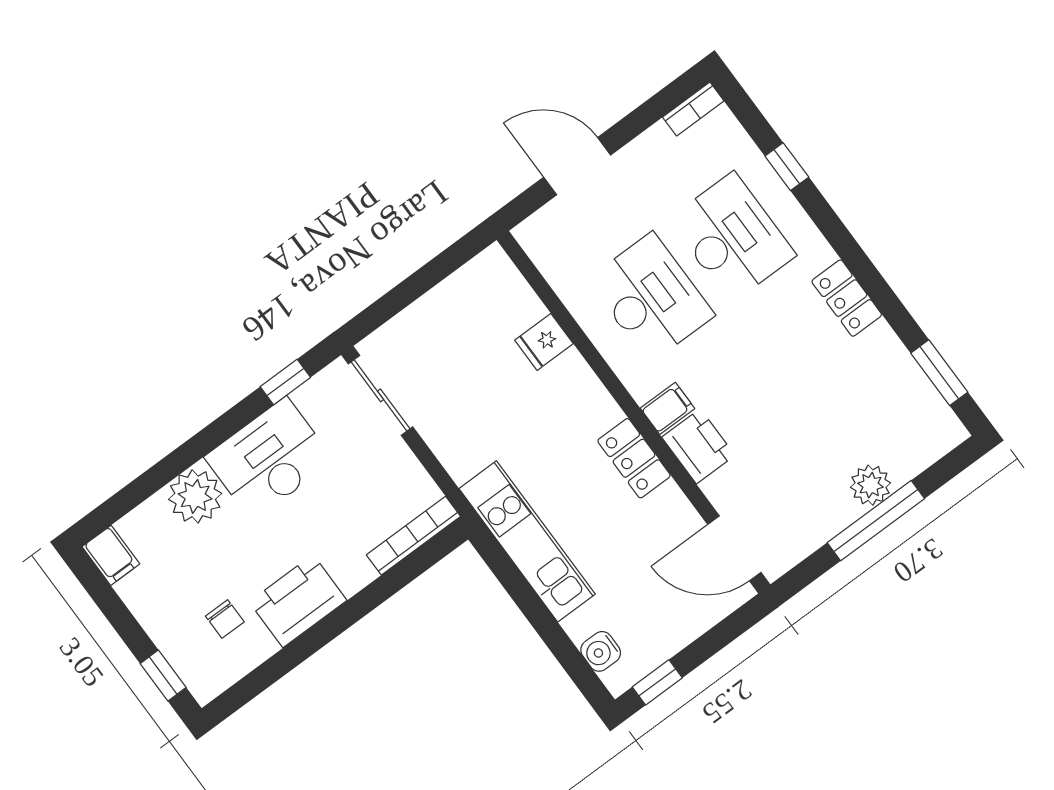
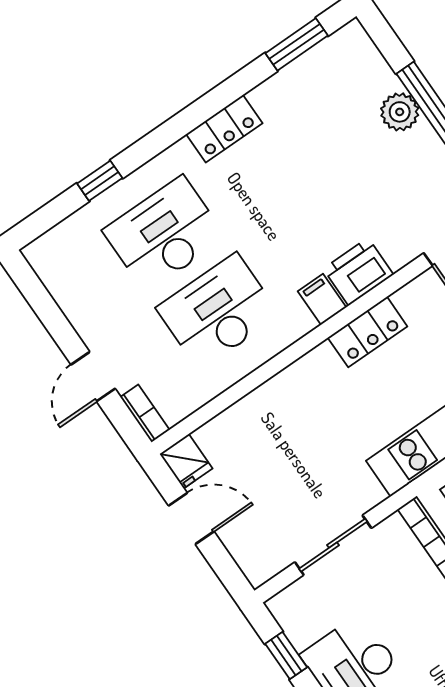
bookcase: (693, 109) -> (145, 413), moved
door: (577, 166) -> (93, 377), width x0.73
door: (429, 276) -> (191, 519), added
fridge: (544, 342) -> (186, 461), moved
sliding door: (381, 395) -> (333, 545), moved

